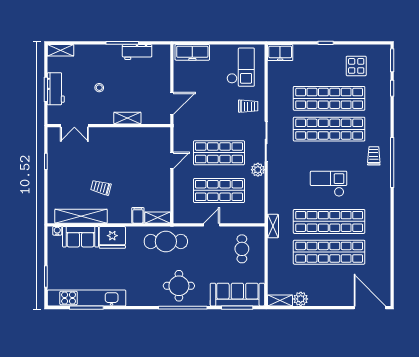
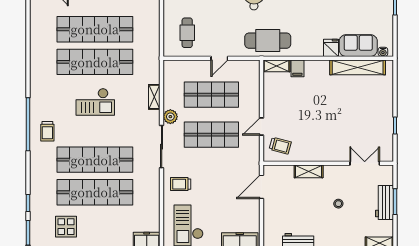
trolley: (101, 187) -> (280, 146), moved
shelving: (273, 226) -> (154, 97), moved
fridge: (112, 237) -> (331, 48), width x0.53, depth x0.75

